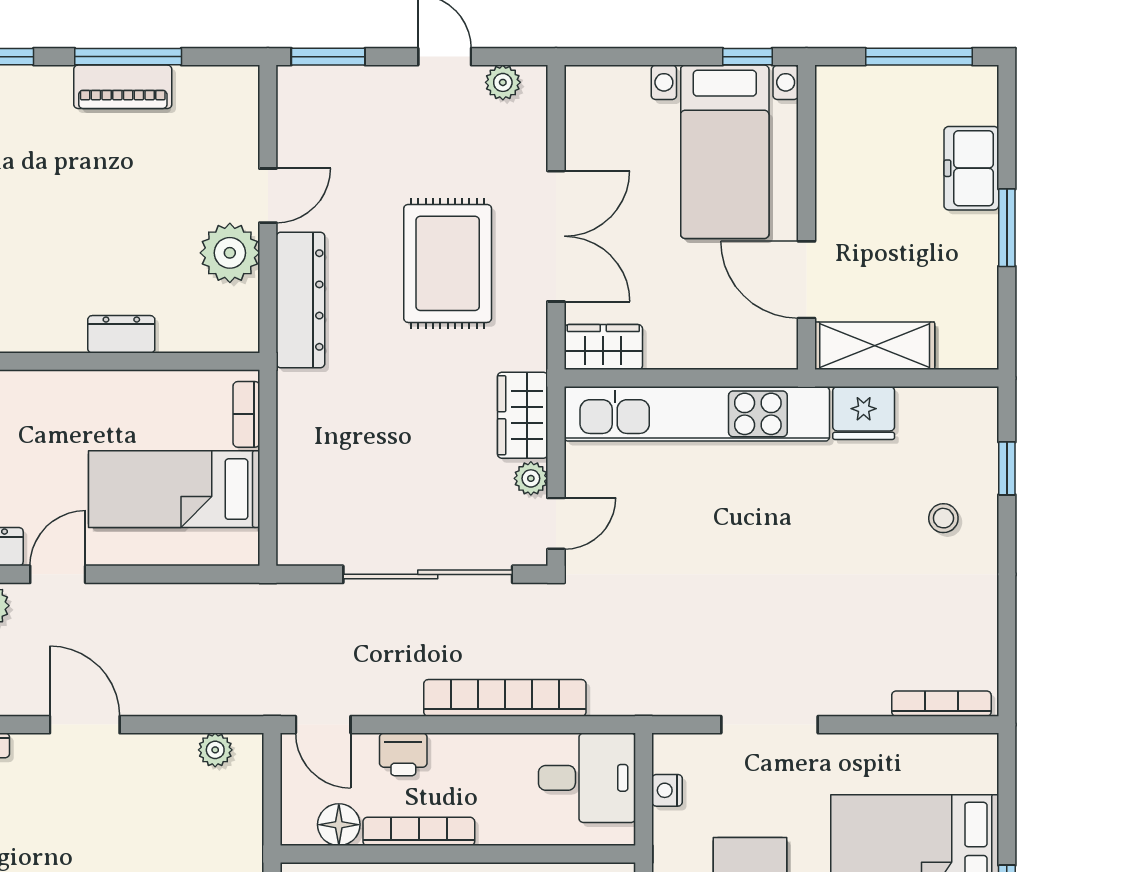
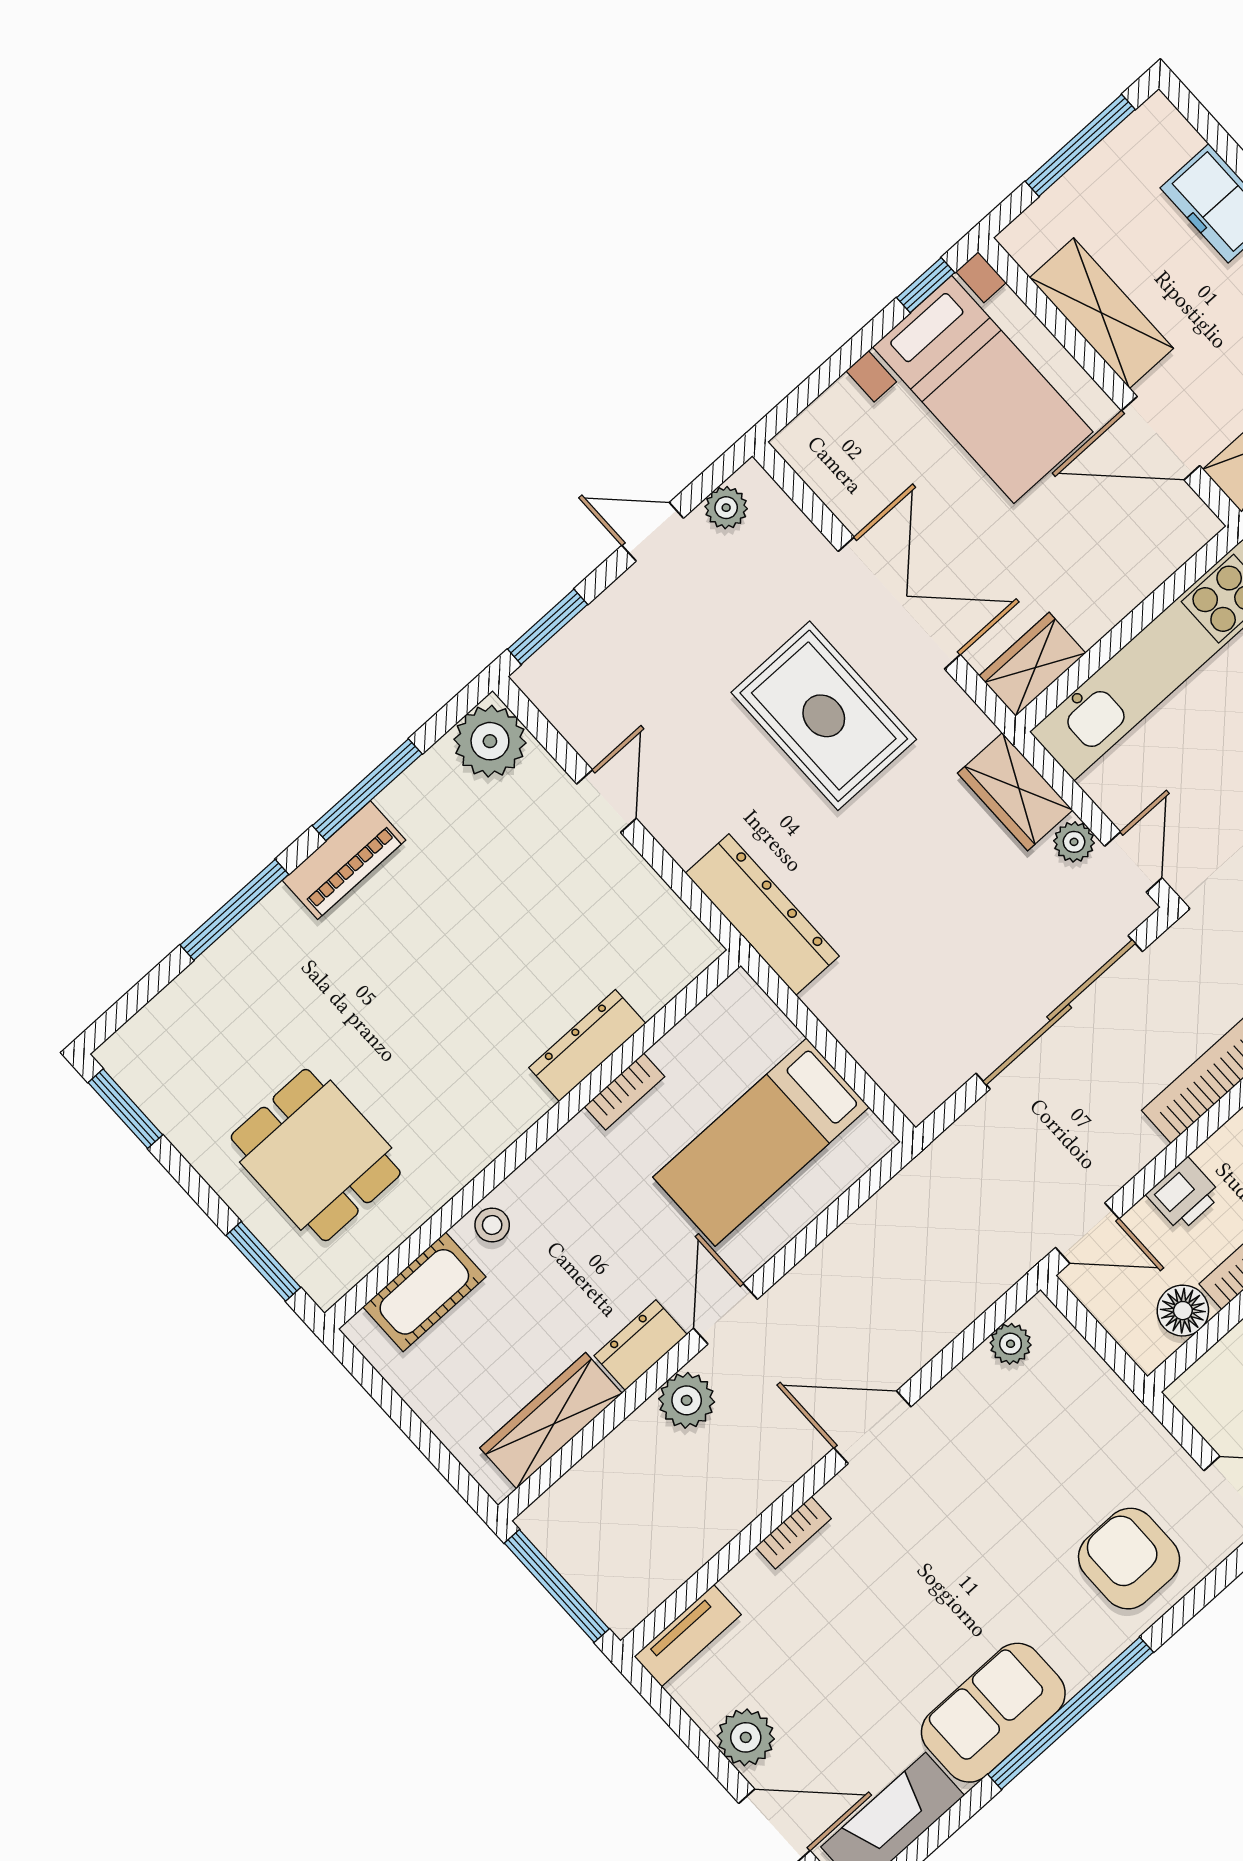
piano: (123, 87) -> (344, 860), moved
shelving: (839, 171) -> (1102, 313), added
plant: (230, 253) -> (490, 741), moved
dresser: (300, 300) -> (762, 915), moved
dresser: (121, 334) -> (587, 1046), width x1.44
bookcase: (246, 414) -> (625, 1092), moved, turned -90

